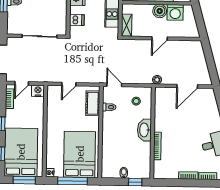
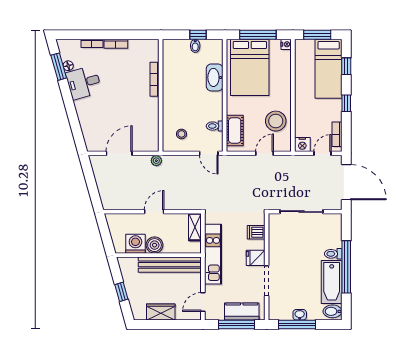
stool: (59, 110) -> (276, 121), added
washbasin: (144, 130) -> (215, 77), moved, turned 180
bed: (21, 152) -> (329, 69), width x0.67
window: (135, 182) -> (198, 35), moved

